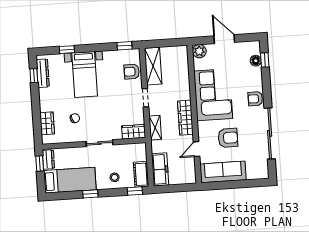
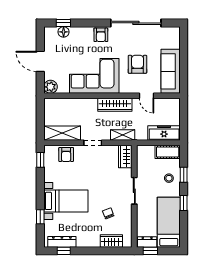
door: (224, 39) -> (40, 61), hinge flipped
window: (135, 191) -> (184, 175), moved

